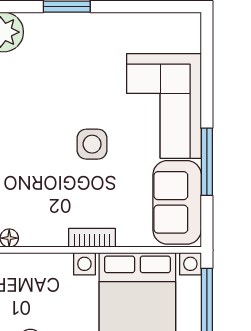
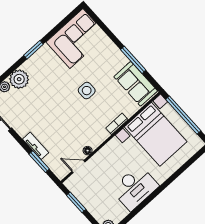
corner sofa: (164, 106) -> (76, 39), moved, turned -90

